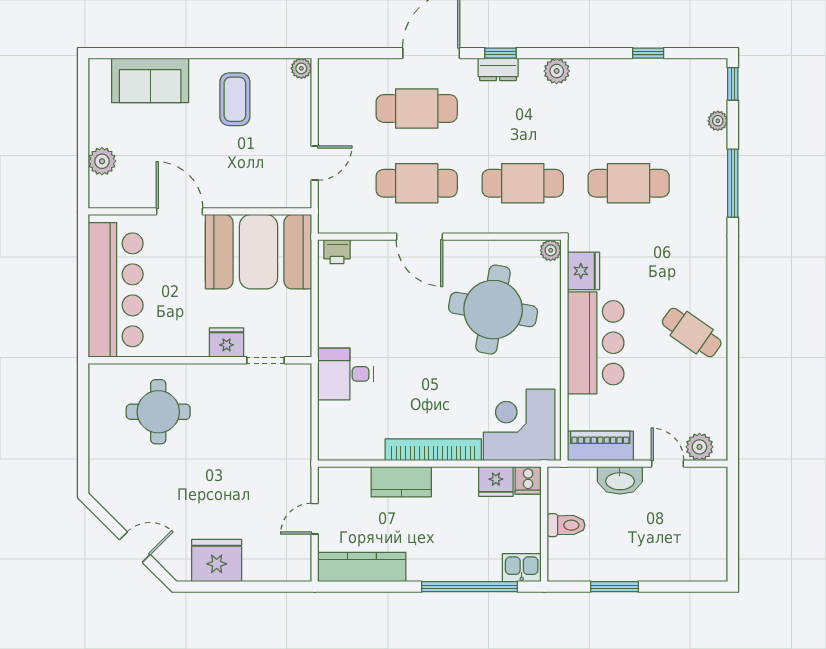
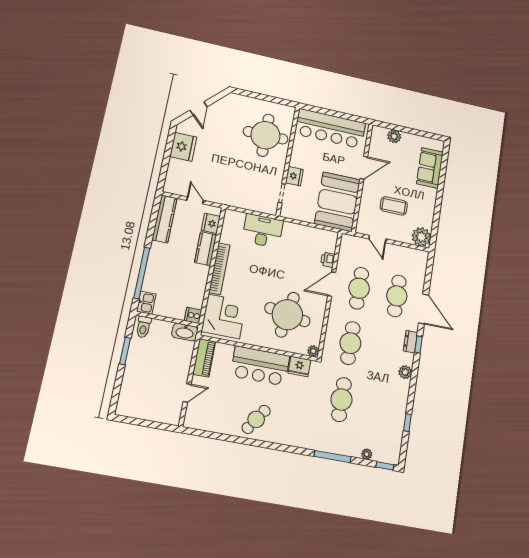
plant: (301, 68) -> (421, 237), width x1.87, depth x1.87
coffee table: (235, 99) -> (394, 206), moved
printer: (337, 252) -> (328, 260), moved
desk: (345, 374) -> (263, 231), width x1.37
round table: (158, 412) -> (265, 135), width x1.36, depth x1.36
plant: (699, 447) -> (193, 412), removed
washbasin: (620, 480) -> (185, 332), moved, turned -90
fridge: (496, 481) -> (211, 223), moved
toilet: (566, 525) -> (143, 327), moved

